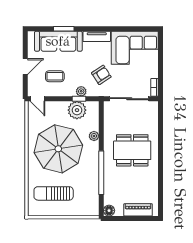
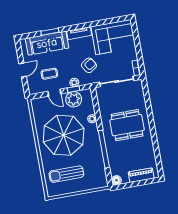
door: (38, 99) -> (54, 93), moved

